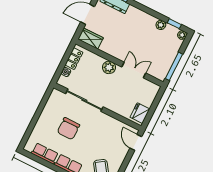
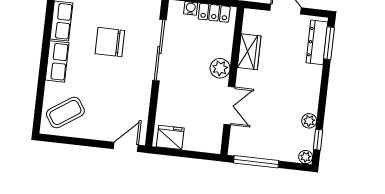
wardrobe: (90, 39) -> (249, 52), moved

